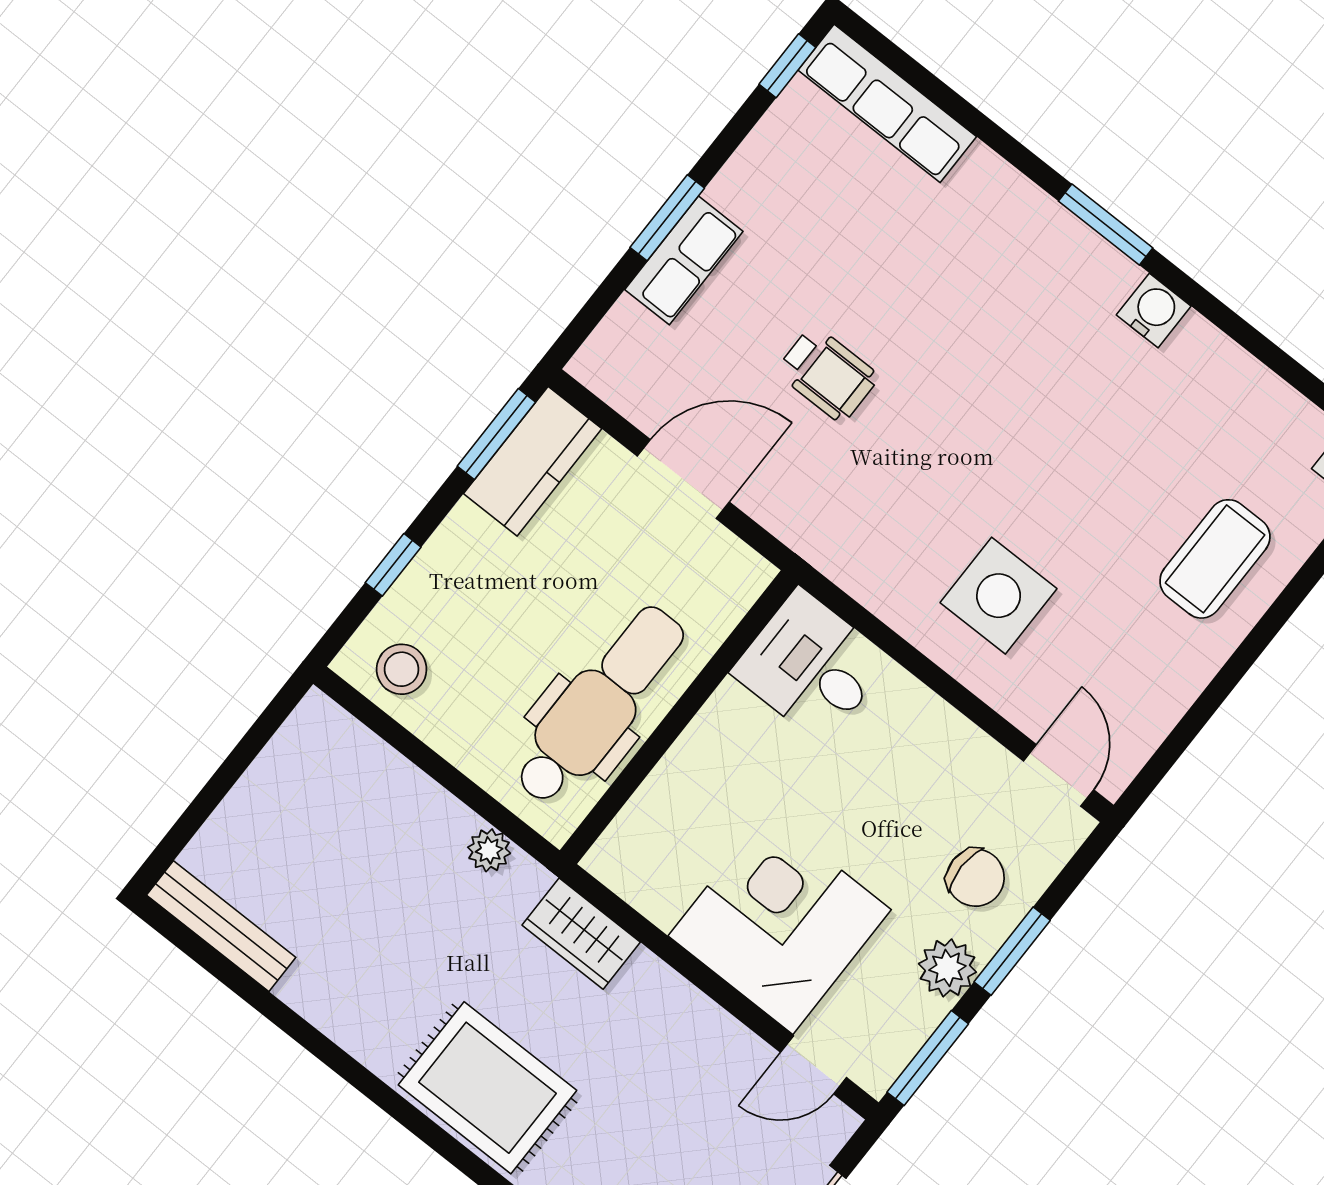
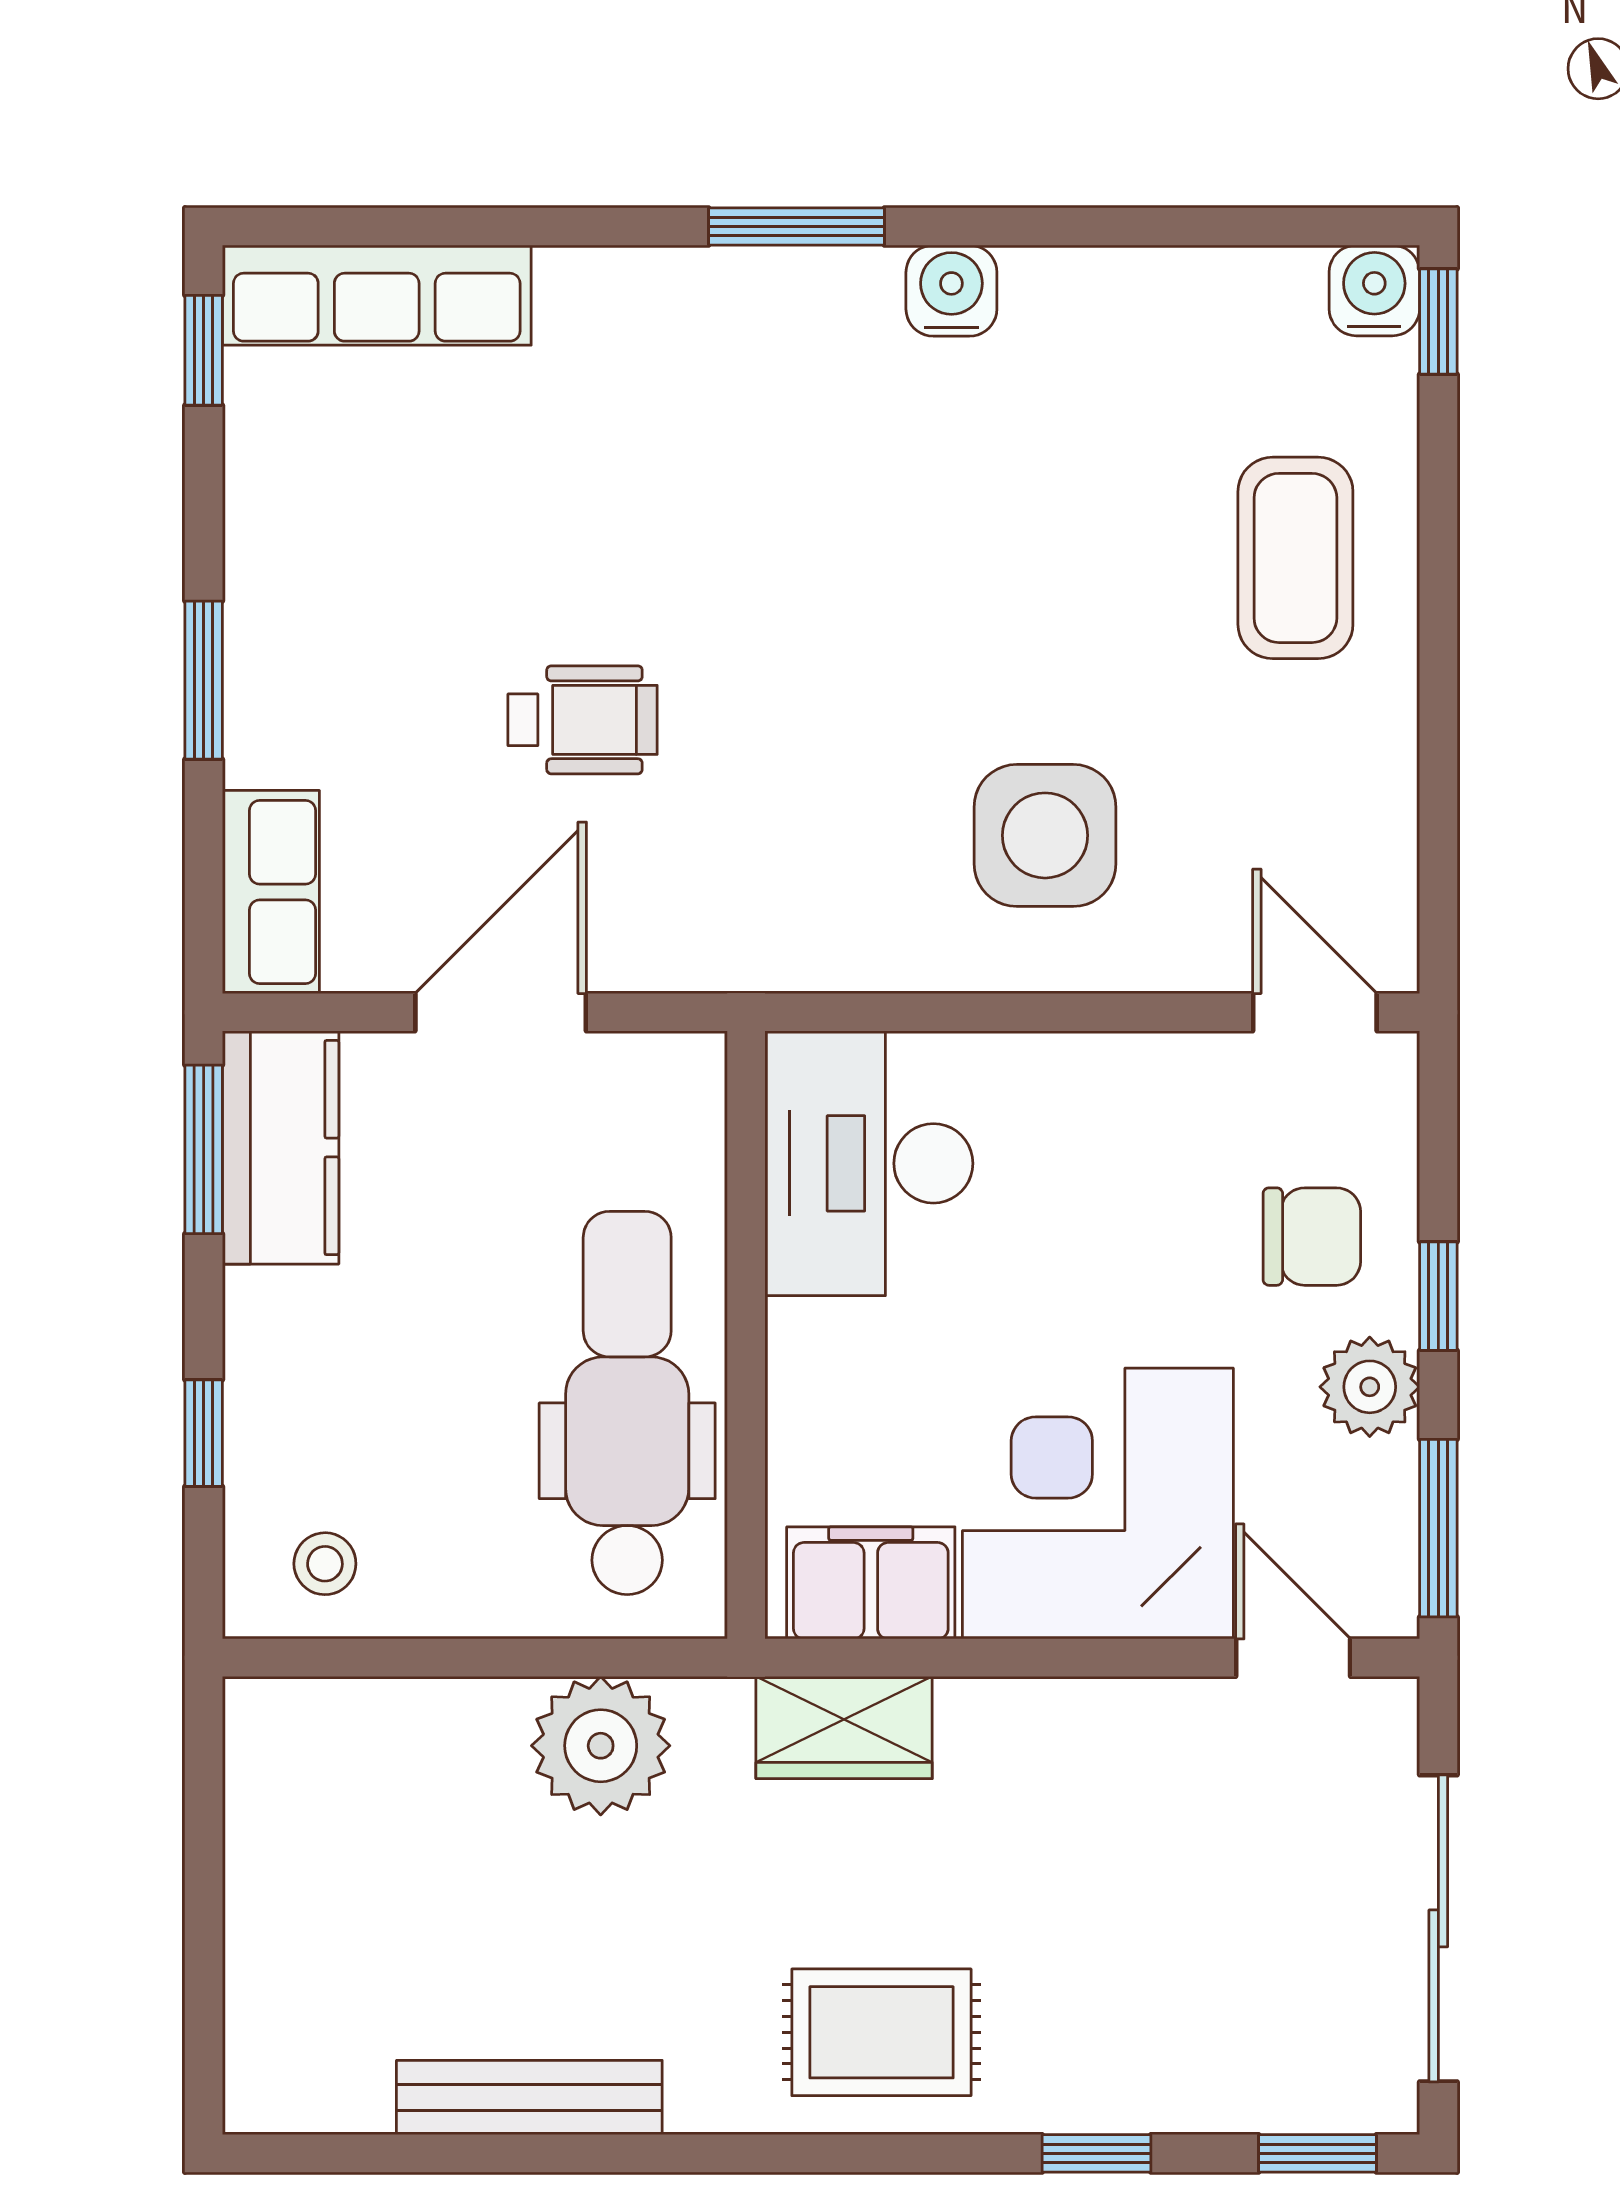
row of seats: (684, 260) -> (271, 892), moved
desk: (811, 666) -> (869, 1163), width x1.37
stool: (402, 669) -> (325, 1564), width x0.73, depth x0.73
plant: (489, 850) -> (601, 1746), width x1.88, depth x1.88
filing cabinet: (646, 877) -> (871, 1583), added
bench: (221, 926) -> (529, 2098), moved
window: (1012, 951) -> (1438, 1296), width x0.67
door: (814, 1065) -> (1293, 1658), swing flipped
rug: (487, 1088) -> (881, 2032), width x0.73, depth x0.70

